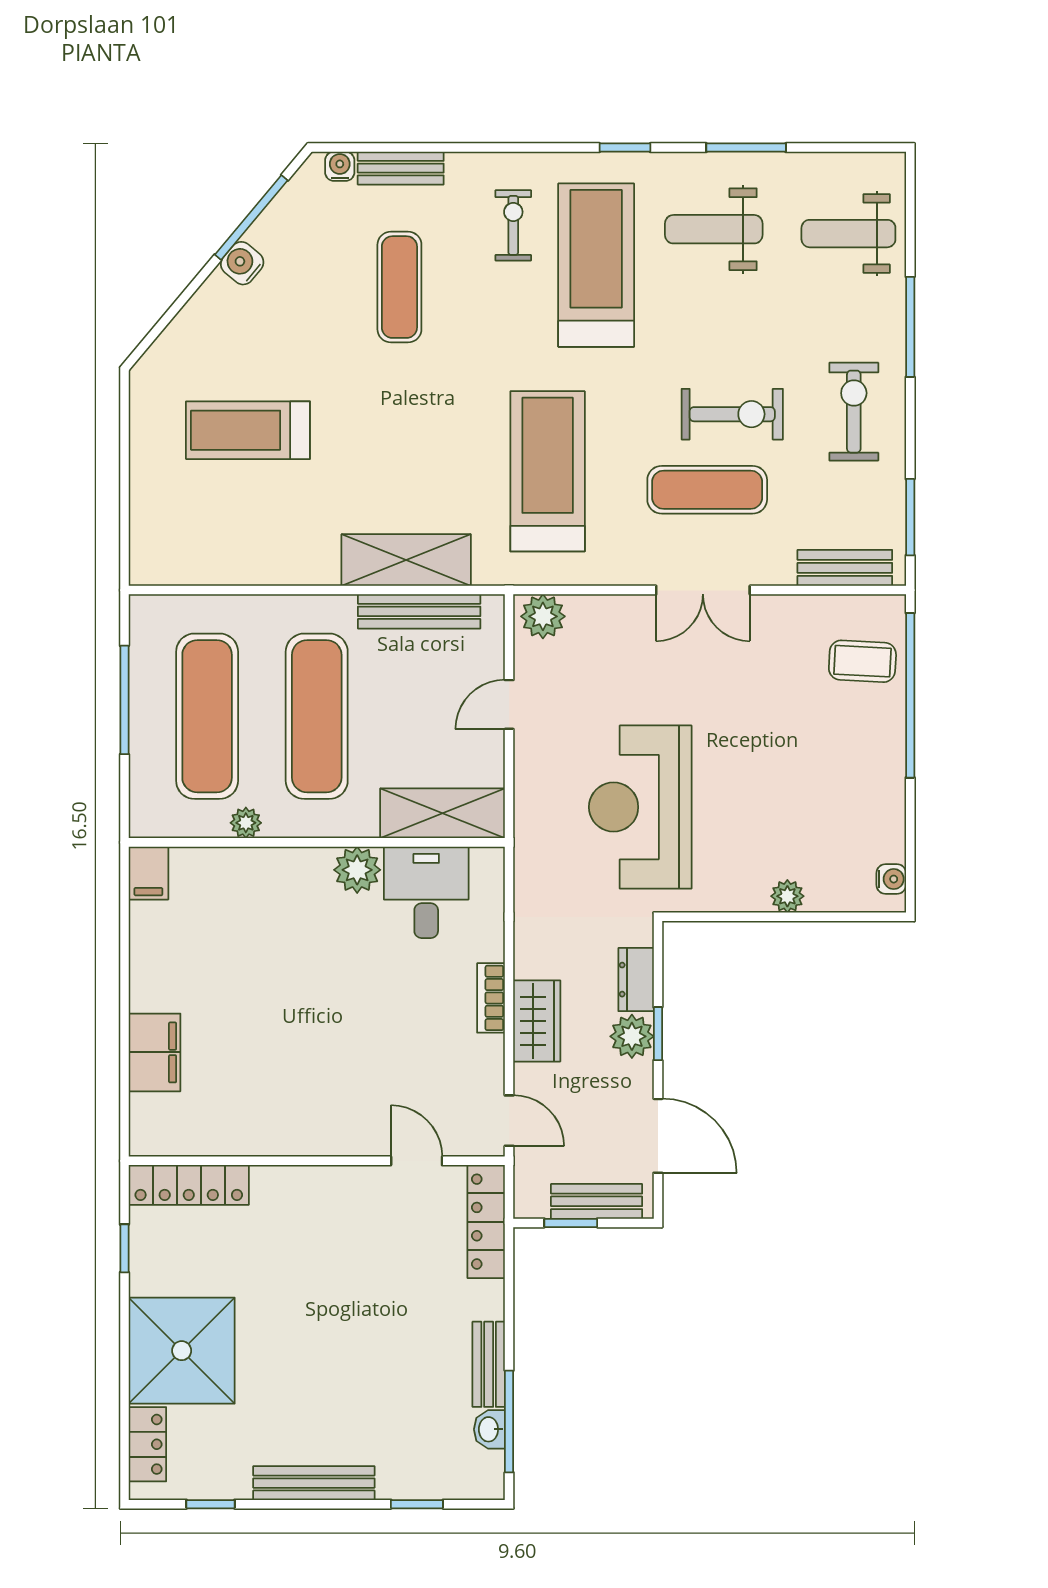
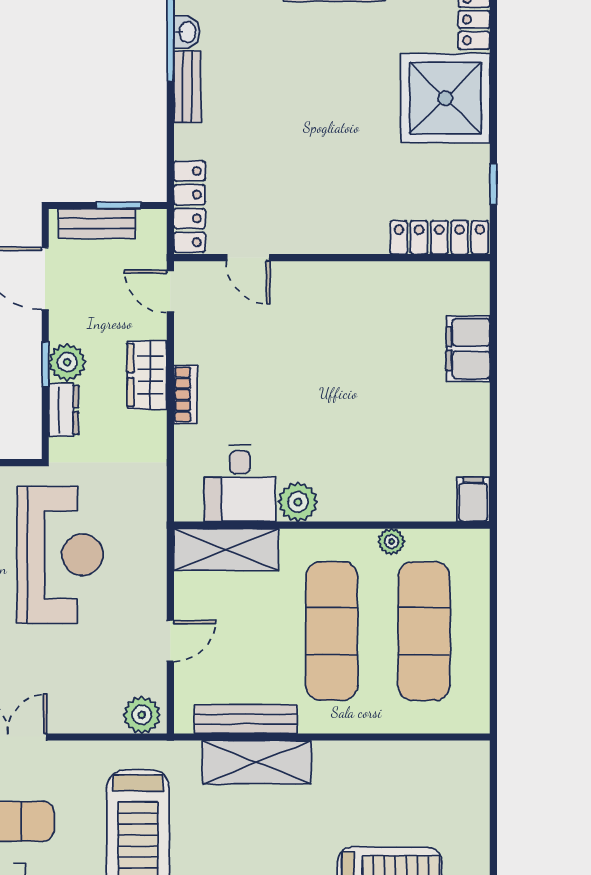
window: (124, 700) -> (493, 645), removed

